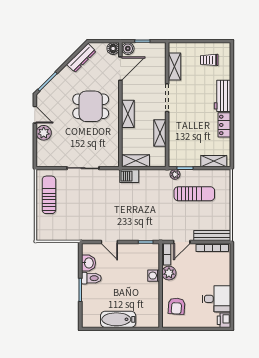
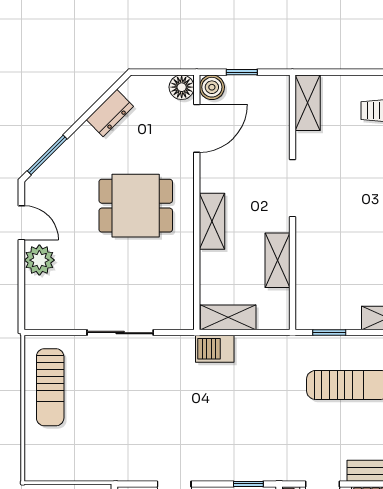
dresser: (81, 58) -> (110, 113), width x0.70
shelving: (175, 66) -> (308, 103), moved
plant: (175, 174) -> (309, 345), removed
sun lounger: (49, 195) -> (50, 387), turned 180

